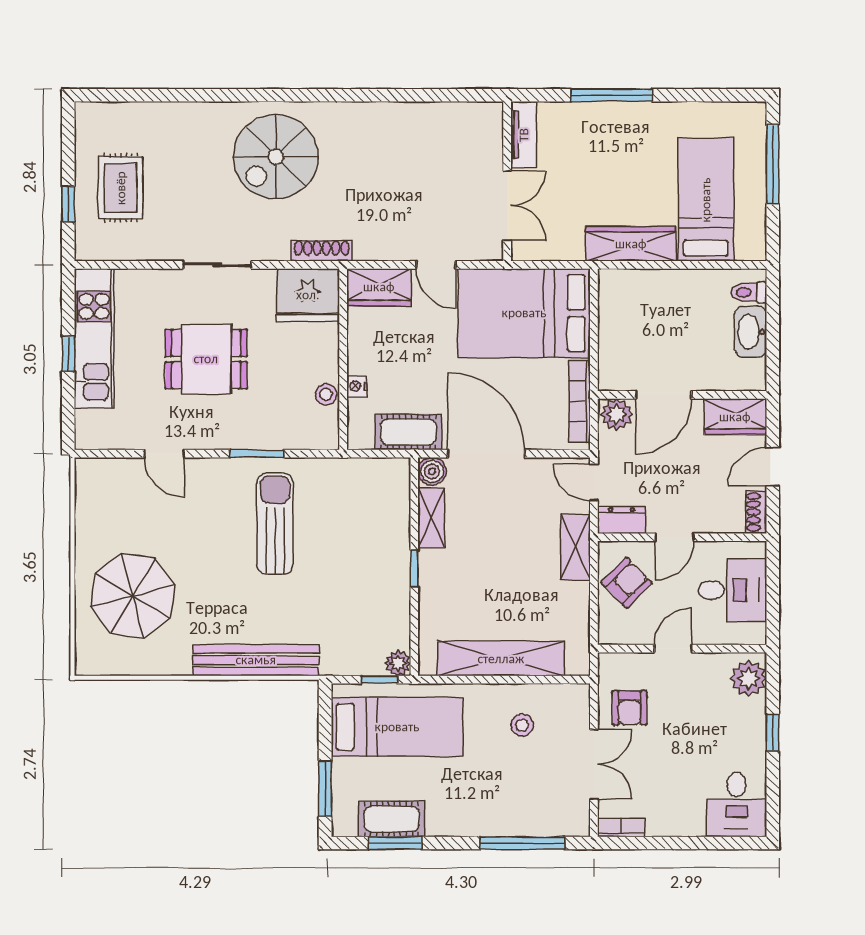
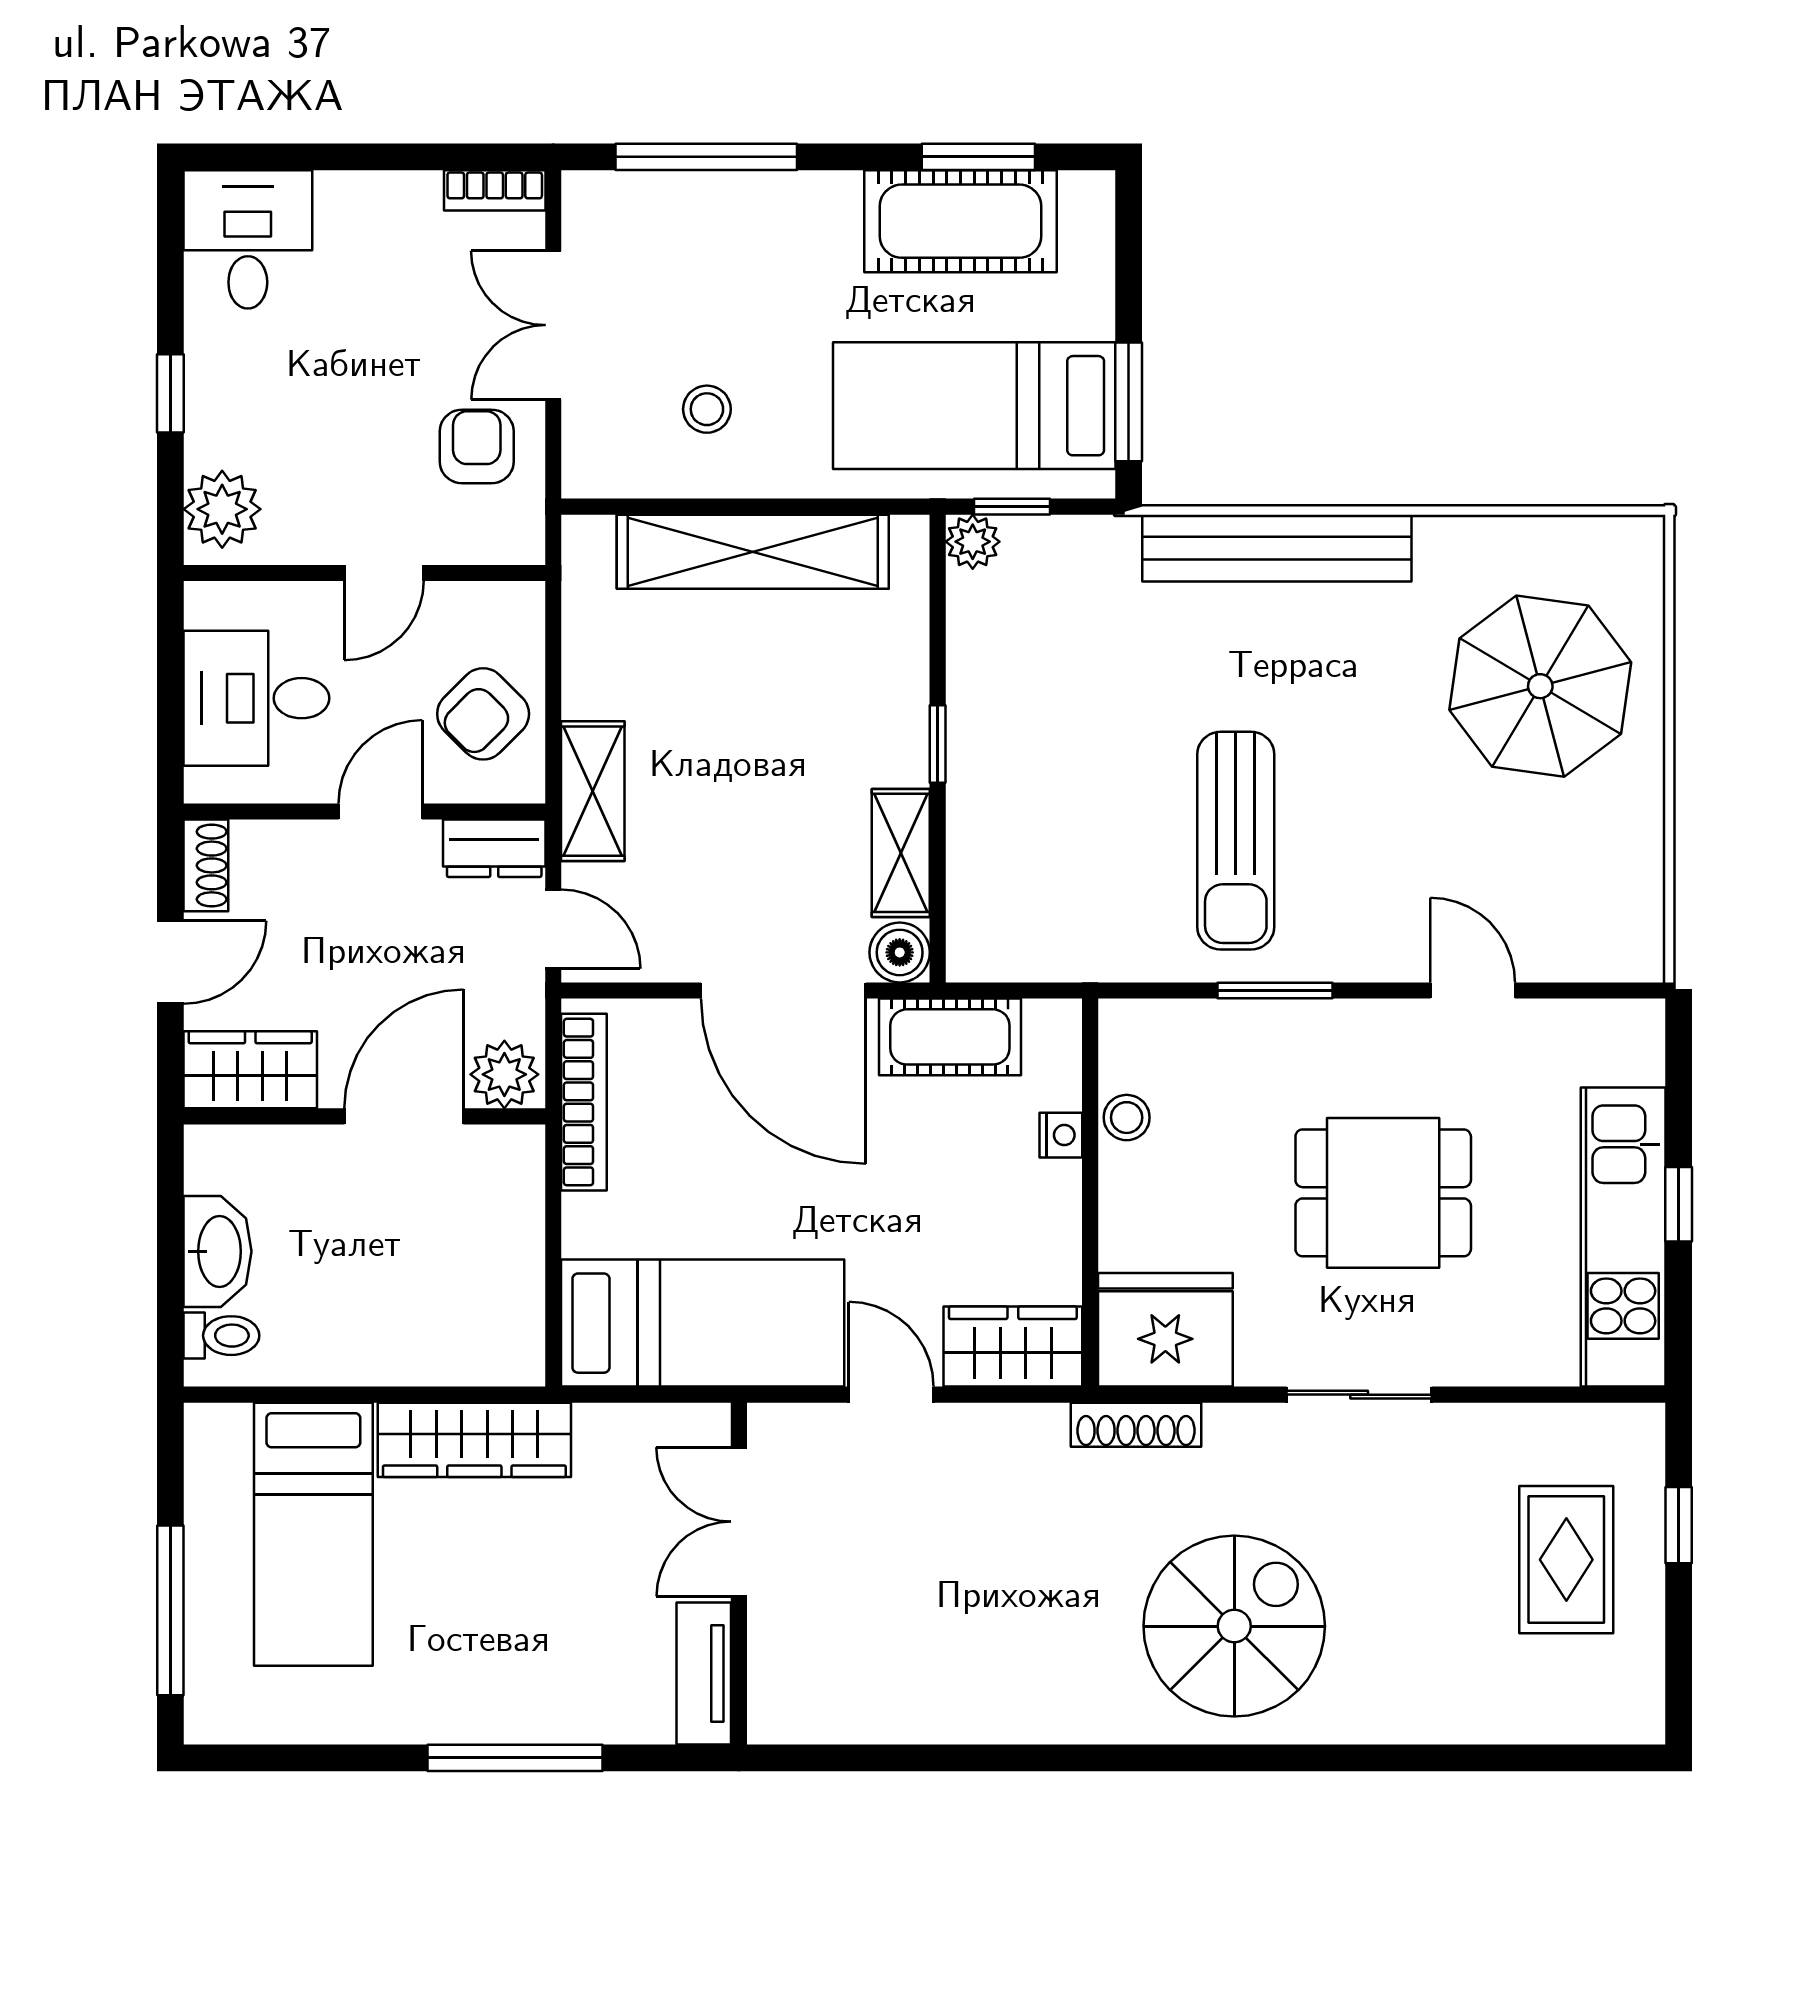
bed: (524, 313) -> (703, 1323), width x0.67
window: (325, 789) -> (1129, 402), moved
cot: (392, 819) -> (960, 221), width x1.37, depth x1.34

